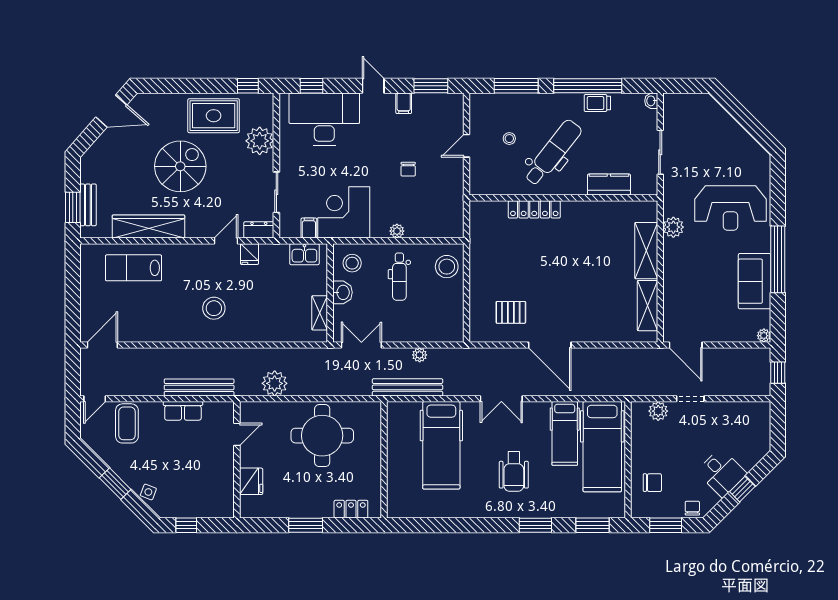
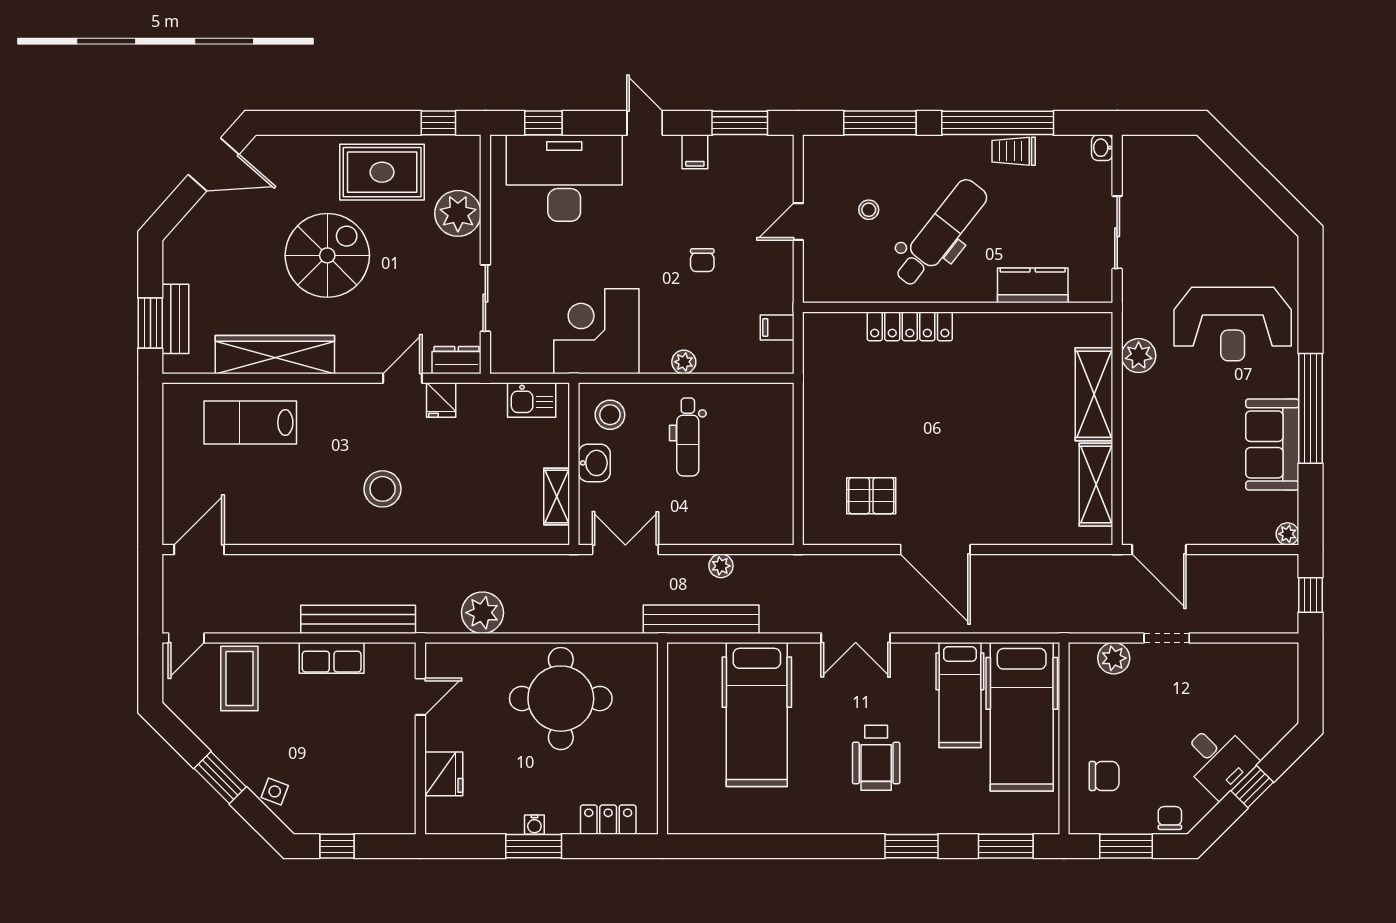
filing cabinet: (309, 228) -> (777, 328), moved, turned -90
stool: (447, 267) -> (766, 420), removed
water cooler: (306, 512) -> (534, 825), added

